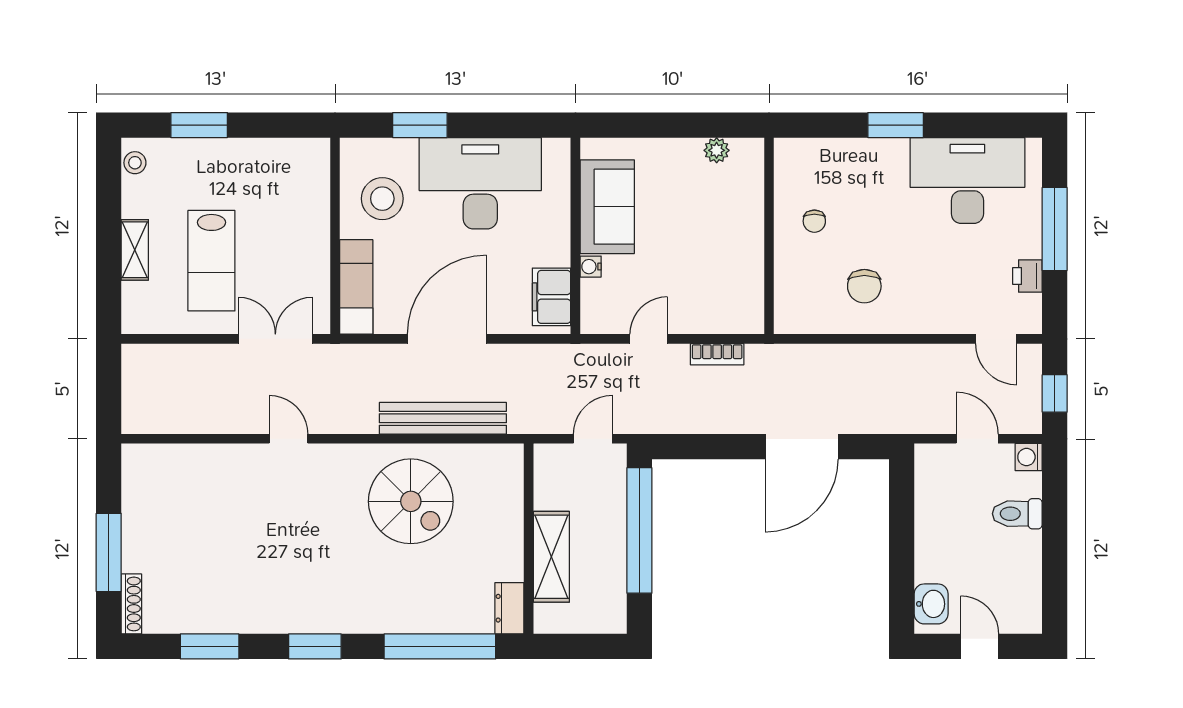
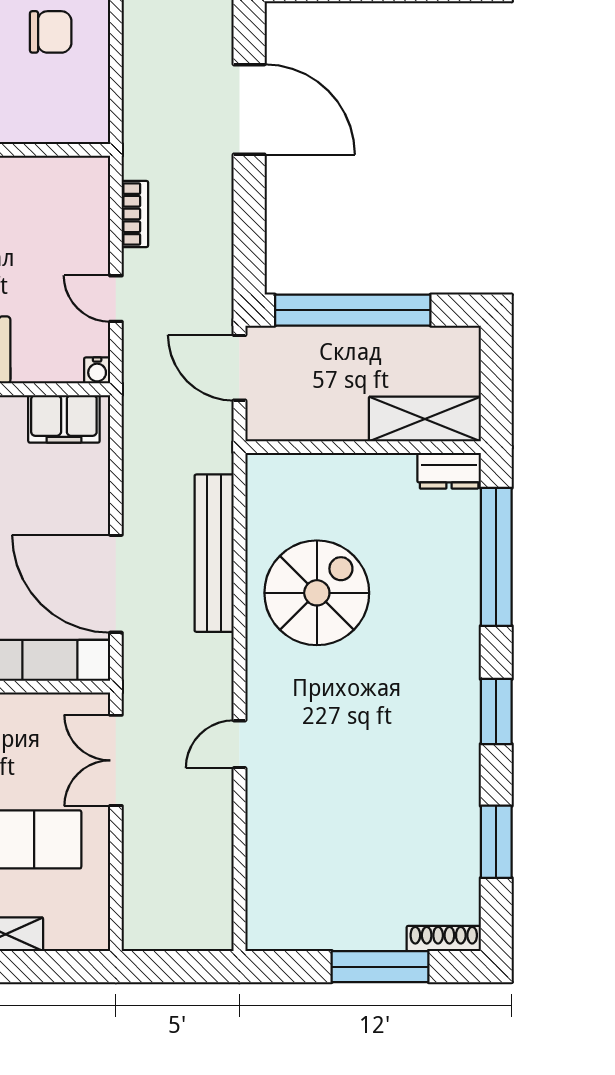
water cooler: (591, 267) -> (97, 370), moved
door: (447, 339) -> (116, 584), moved
door: (593, 439) -> (239, 368), width x1.37
shelving: (551, 557) -> (425, 419), moved

